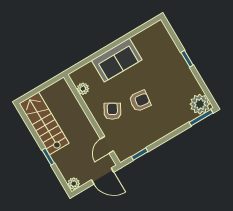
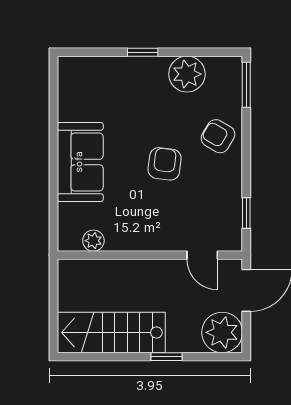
plant: (200, 104) -> (187, 74), moved
armchair: (112, 111) -> (218, 136), moved
plant: (74, 184) -> (222, 332), width x1.88, depth x1.88

